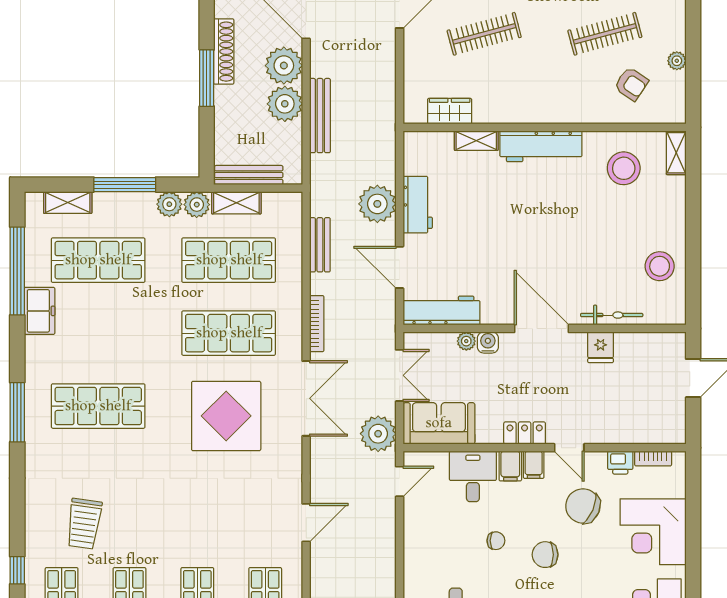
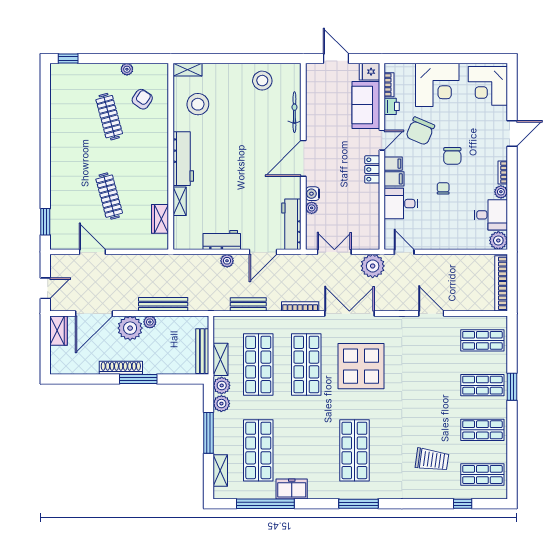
plant: (285, 104) -> (150, 322), width x0.53, depth x0.53
plant: (377, 204) -> (227, 261), width x0.53, depth x0.53
fridge: (601, 347) -> (369, 72), moved, turned 180
sofa: (439, 423) -> (366, 105), moved

